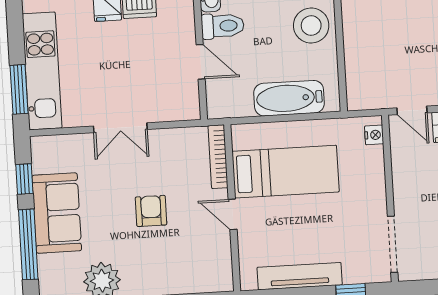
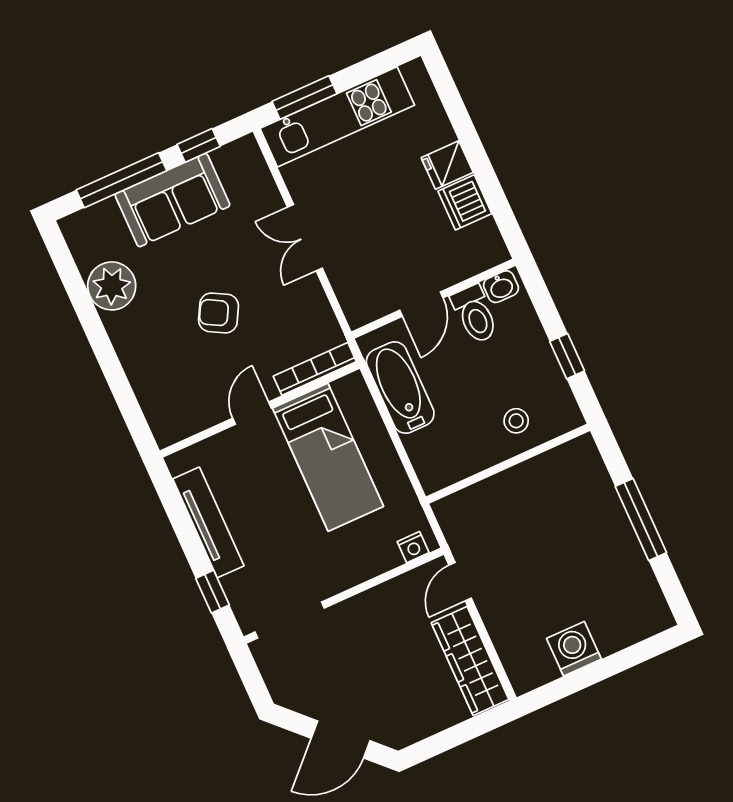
stool: (311, 26) -> (516, 421), width x0.53, depth x0.53
bathtub: (289, 98) -> (400, 388), moved
armchair: (151, 211) -> (219, 313), turned -151

